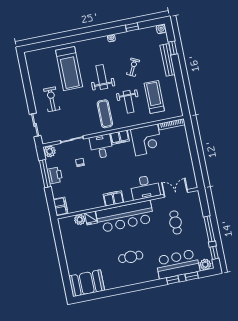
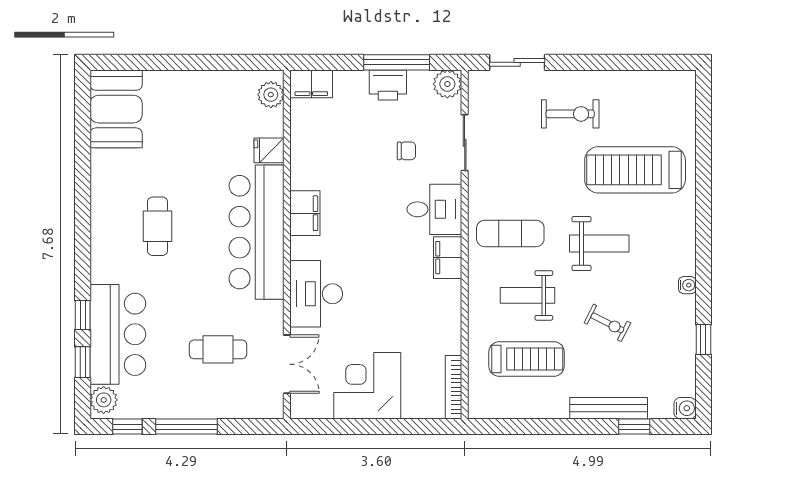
corner desk: (147, 140) -> (367, 386), moved, turned 90
plant: (80, 220) -> (271, 95), moved

